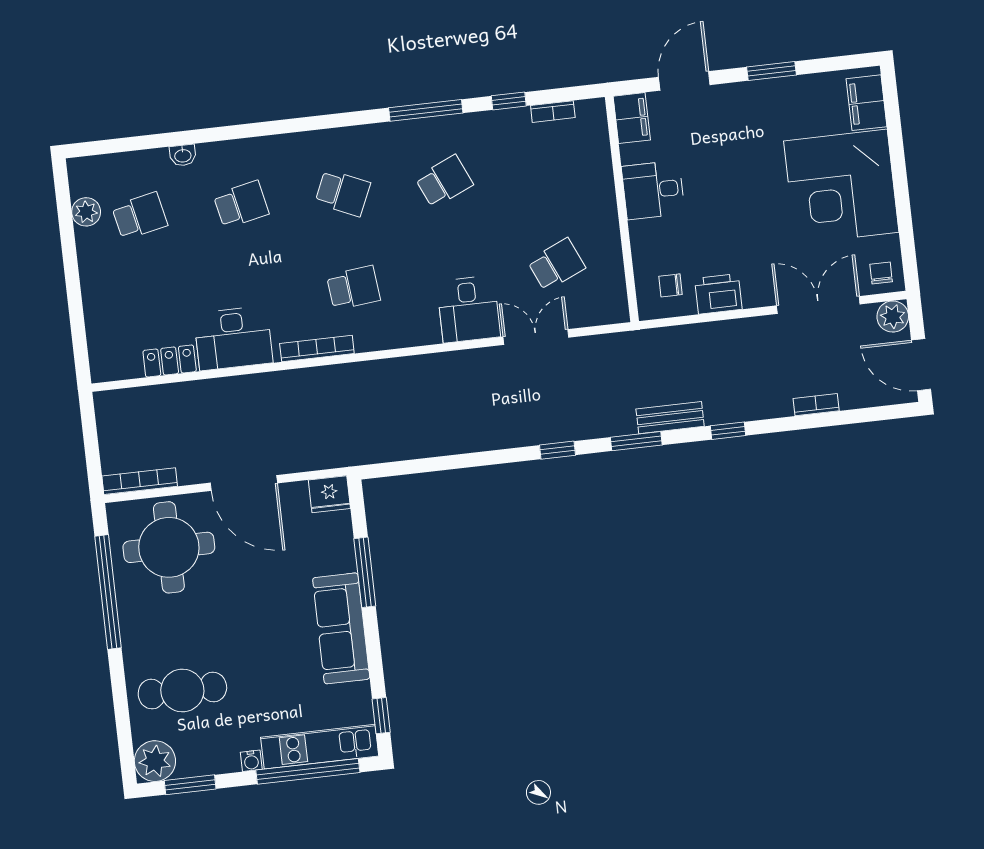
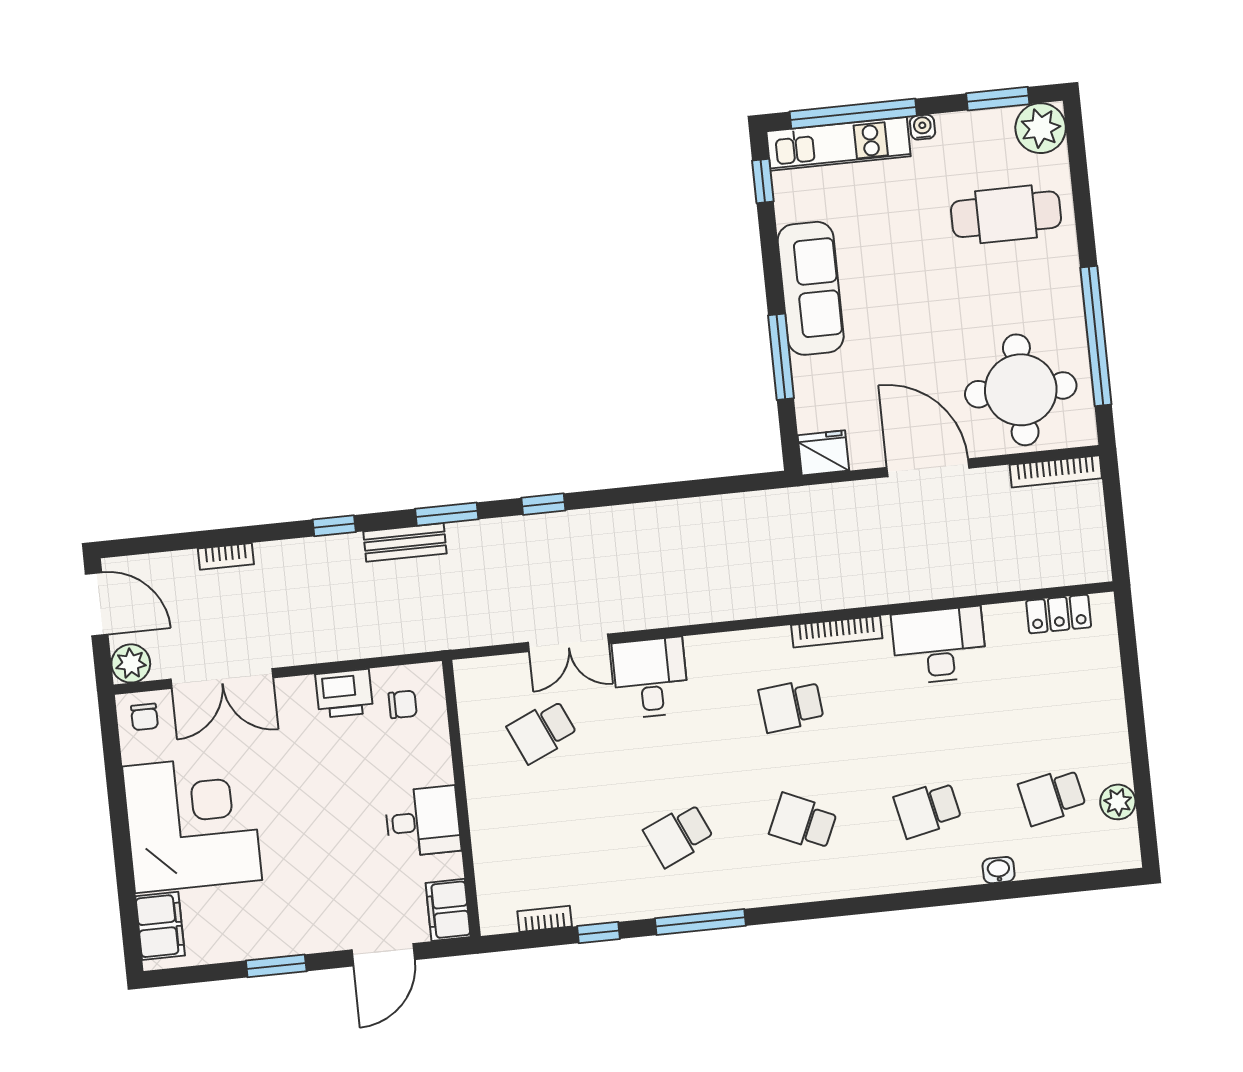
locker: (170, 361) -> (1059, 614), moved

